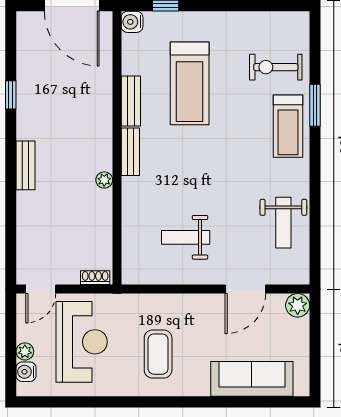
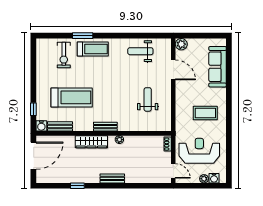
bench: (131, 101) -> (60, 126), moved
wardrobe: (100, 123) -> (91, 142), added
weight bench: (283, 223) -> (140, 51), turned 180
weight bench: (186, 237) -> (148, 99), turned 180

